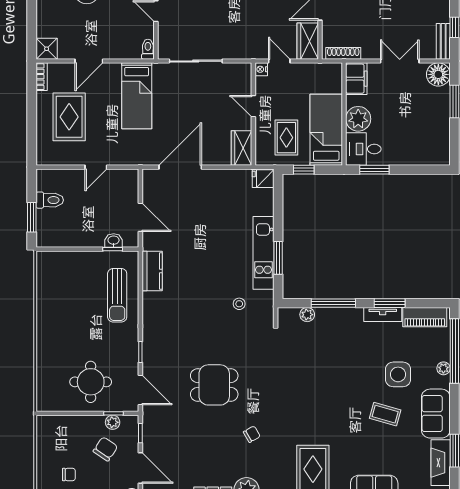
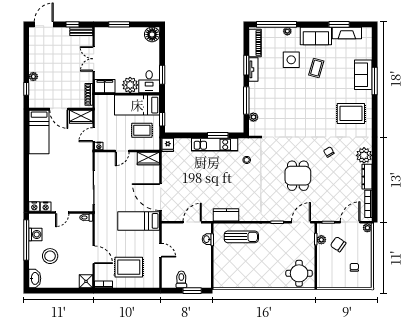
floor lamp: (438, 74) -> (152, 34), moved
bed: (137, 96) -> (139, 221), moved, turned 180
round table: (91, 382) -> (299, 273), moved

